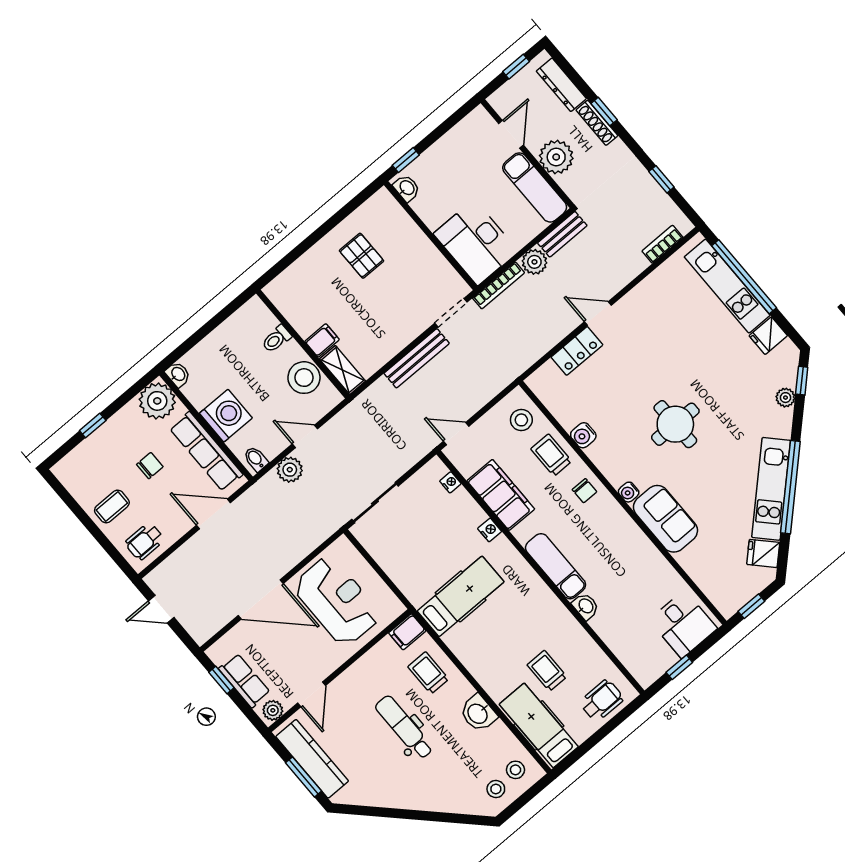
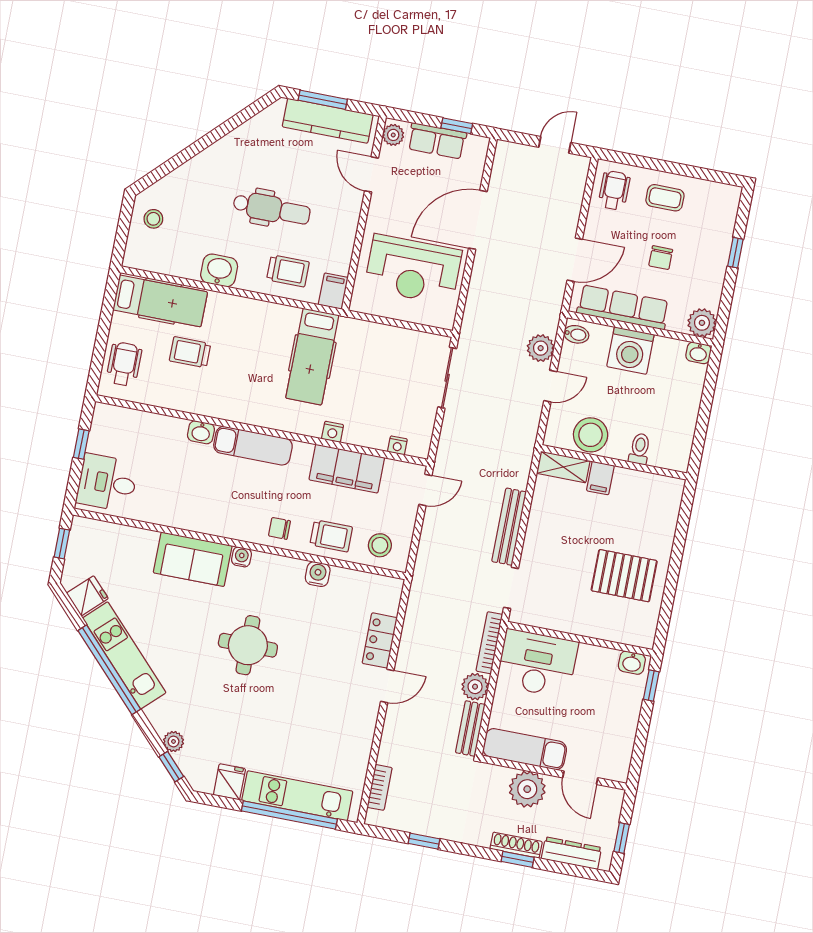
pallet: (362, 256) -> (624, 576), width x1.50, depth x1.42
plant: (157, 401) -> (702, 323), width x0.73, depth x0.73
coffee table: (112, 506) -> (665, 198), turned 90
trolley: (547, 671) -> (190, 352), turned 180
wheelchair: (602, 700) -> (124, 364), turned 180
stool: (515, 770) -> (150, 248), removed

